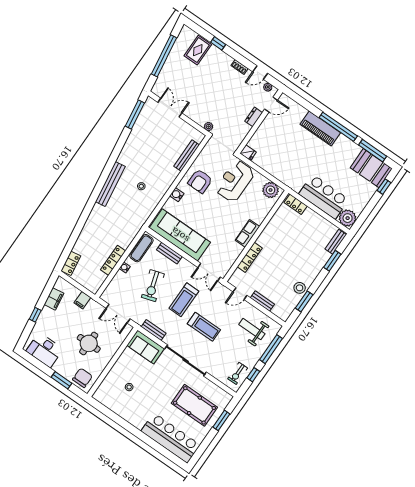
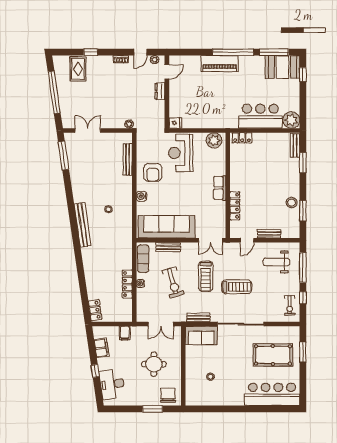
desk: (45, 350) -> (112, 384), moved, turned 82

